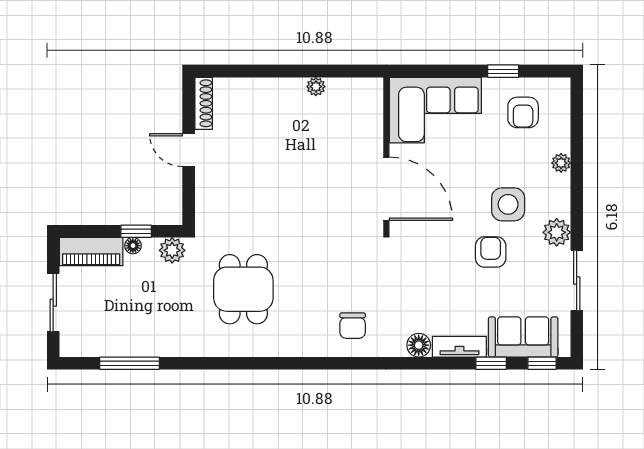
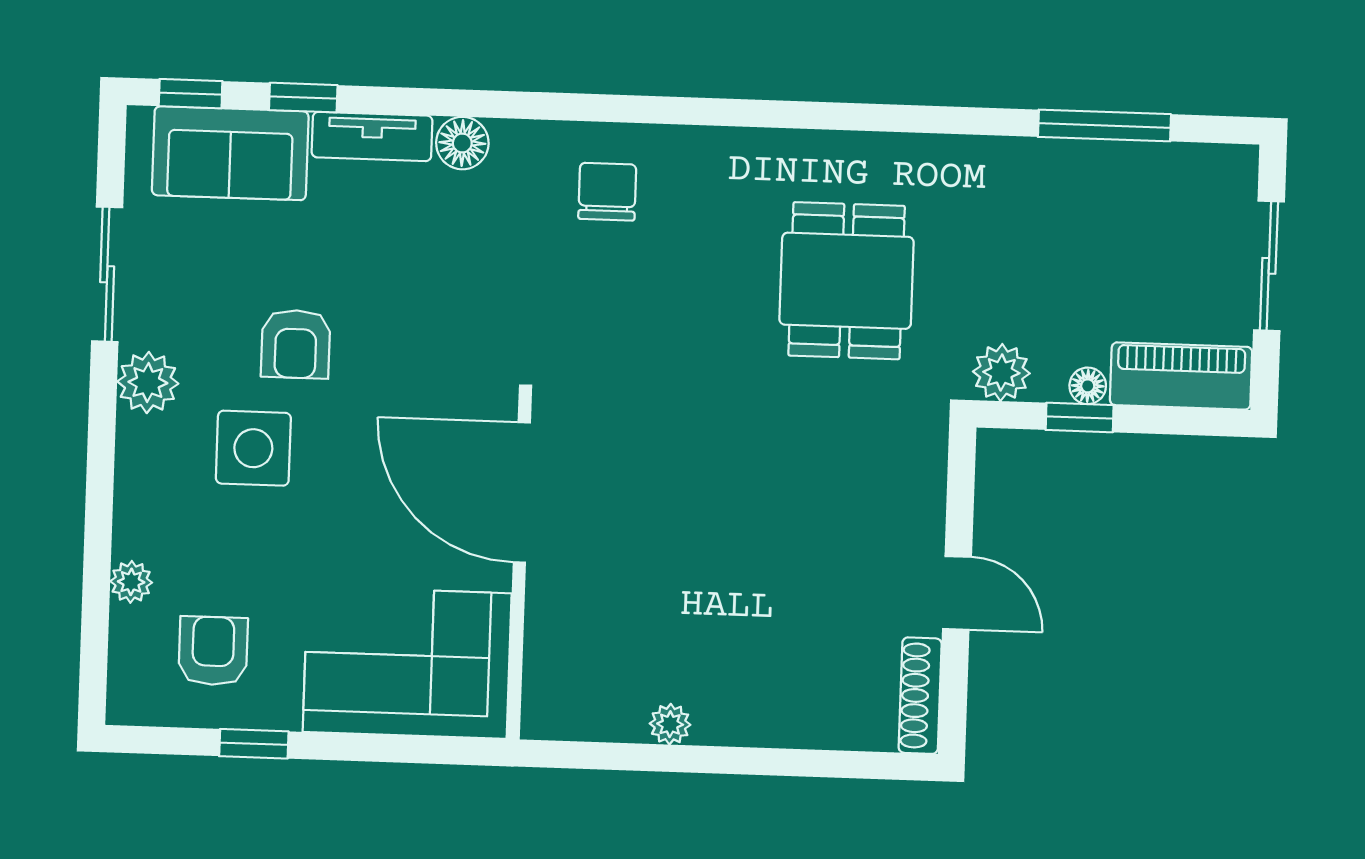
plant: (561, 163) -> (131, 582), moved

